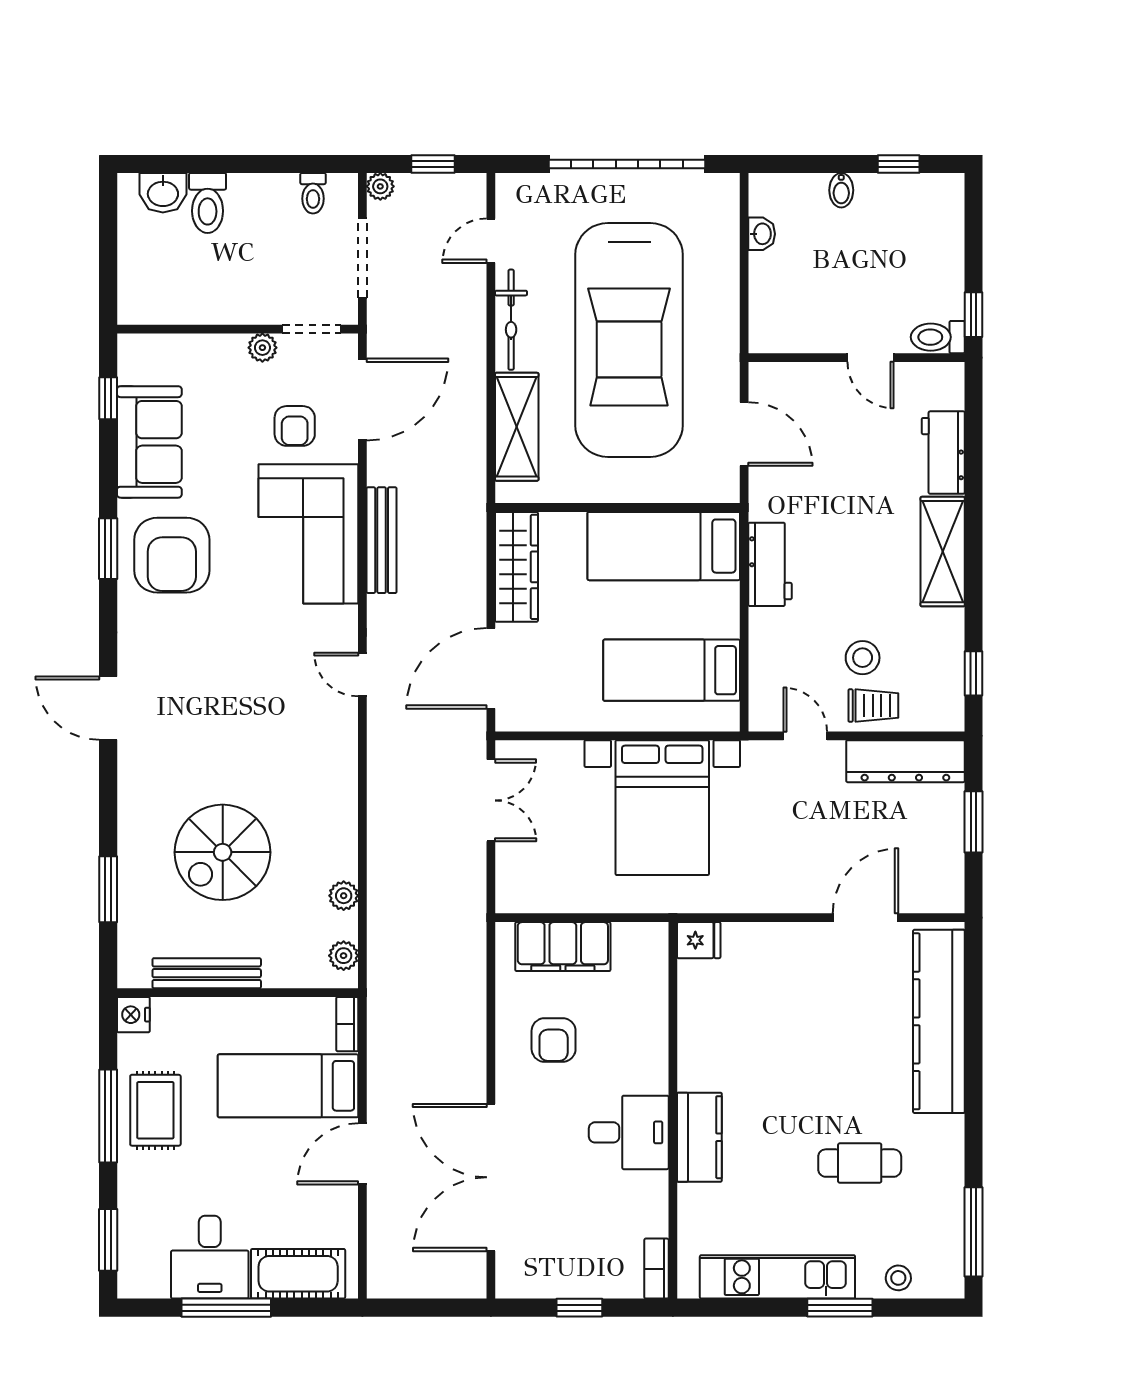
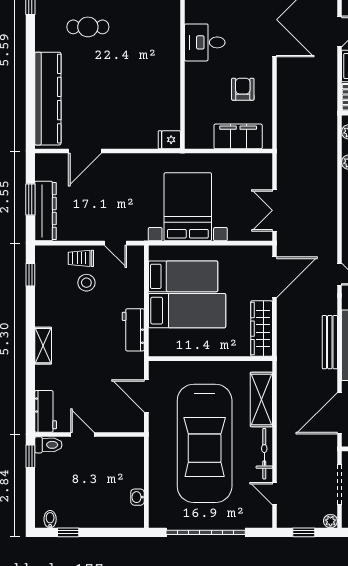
bidet: (841, 190) -> (50, 519), moved
door: (491, 241) -> (275, 494), swing flipped
car: (629, 340) -> (205, 443), turned 180
workbench: (943, 453) -> (46, 411), moved
bed: (664, 546) -> (187, 311), moved
shelving: (943, 552) -> (43, 346), width x0.67, depth x0.75
dresser: (905, 761) -> (45, 211), moved, turned 90
kitchen counter: (699, 1137) -> (169, 40), removed

